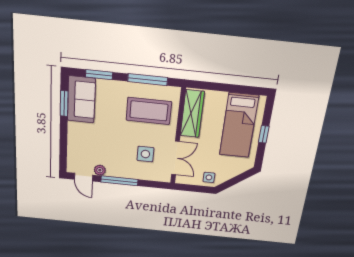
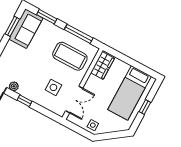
wardrobe: (192, 114) -> (103, 65), width x0.67
window: (119, 181) -> (25, 101), width x0.46

